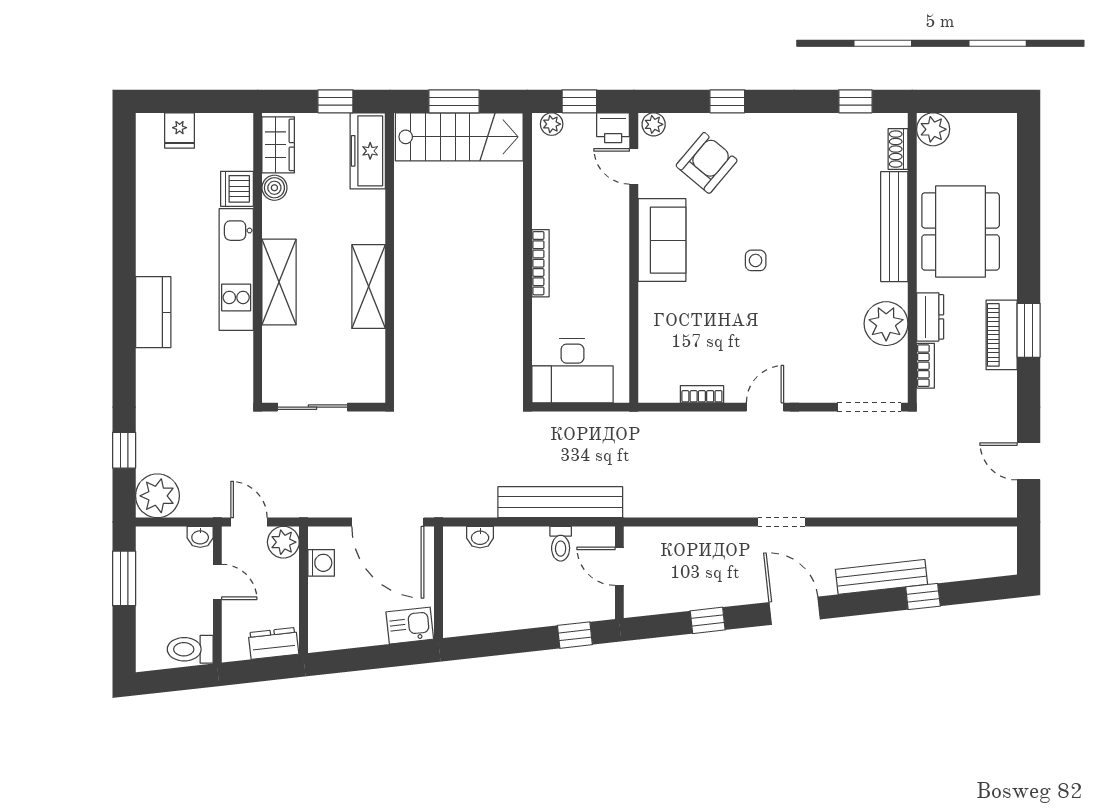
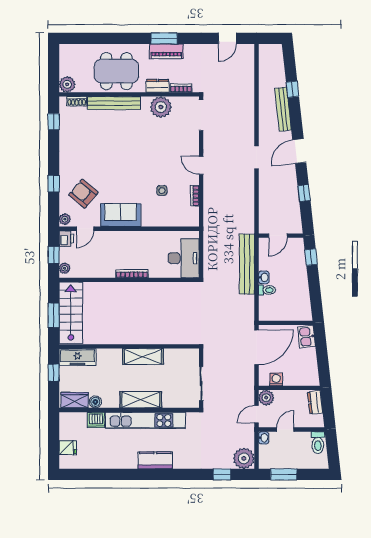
side table: (756, 260) -> (162, 191), moved
kitchen unit: (236, 269) -> (145, 420), width x1.36
washbasin: (480, 537) -> (264, 277), moved
toilet: (561, 544) -> (267, 290), moved

